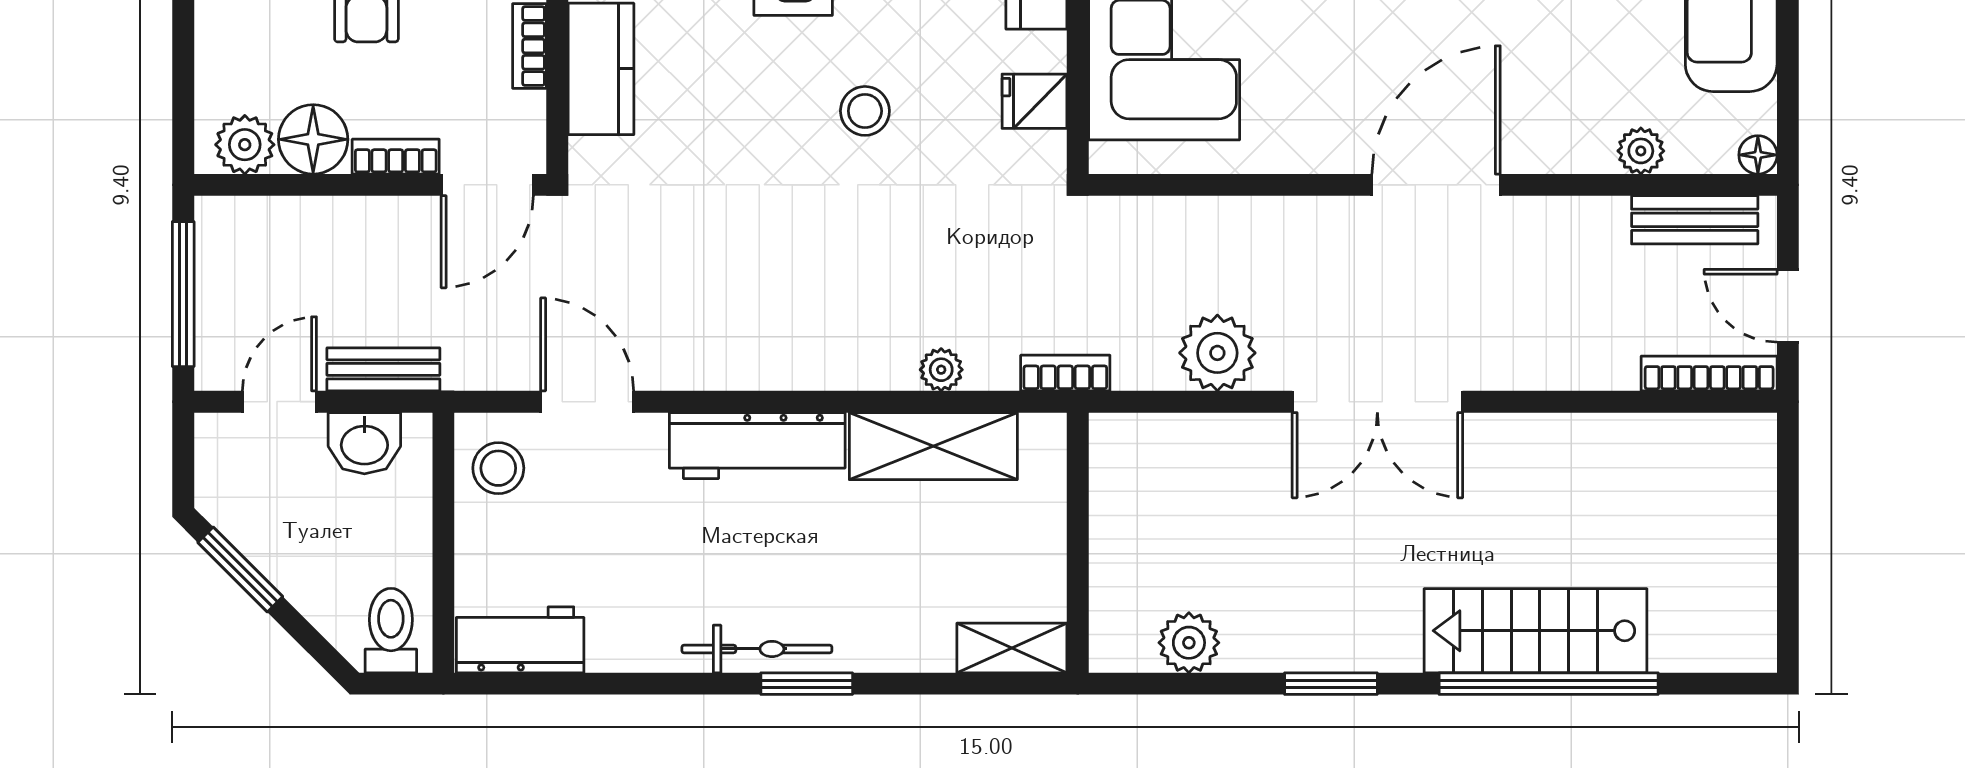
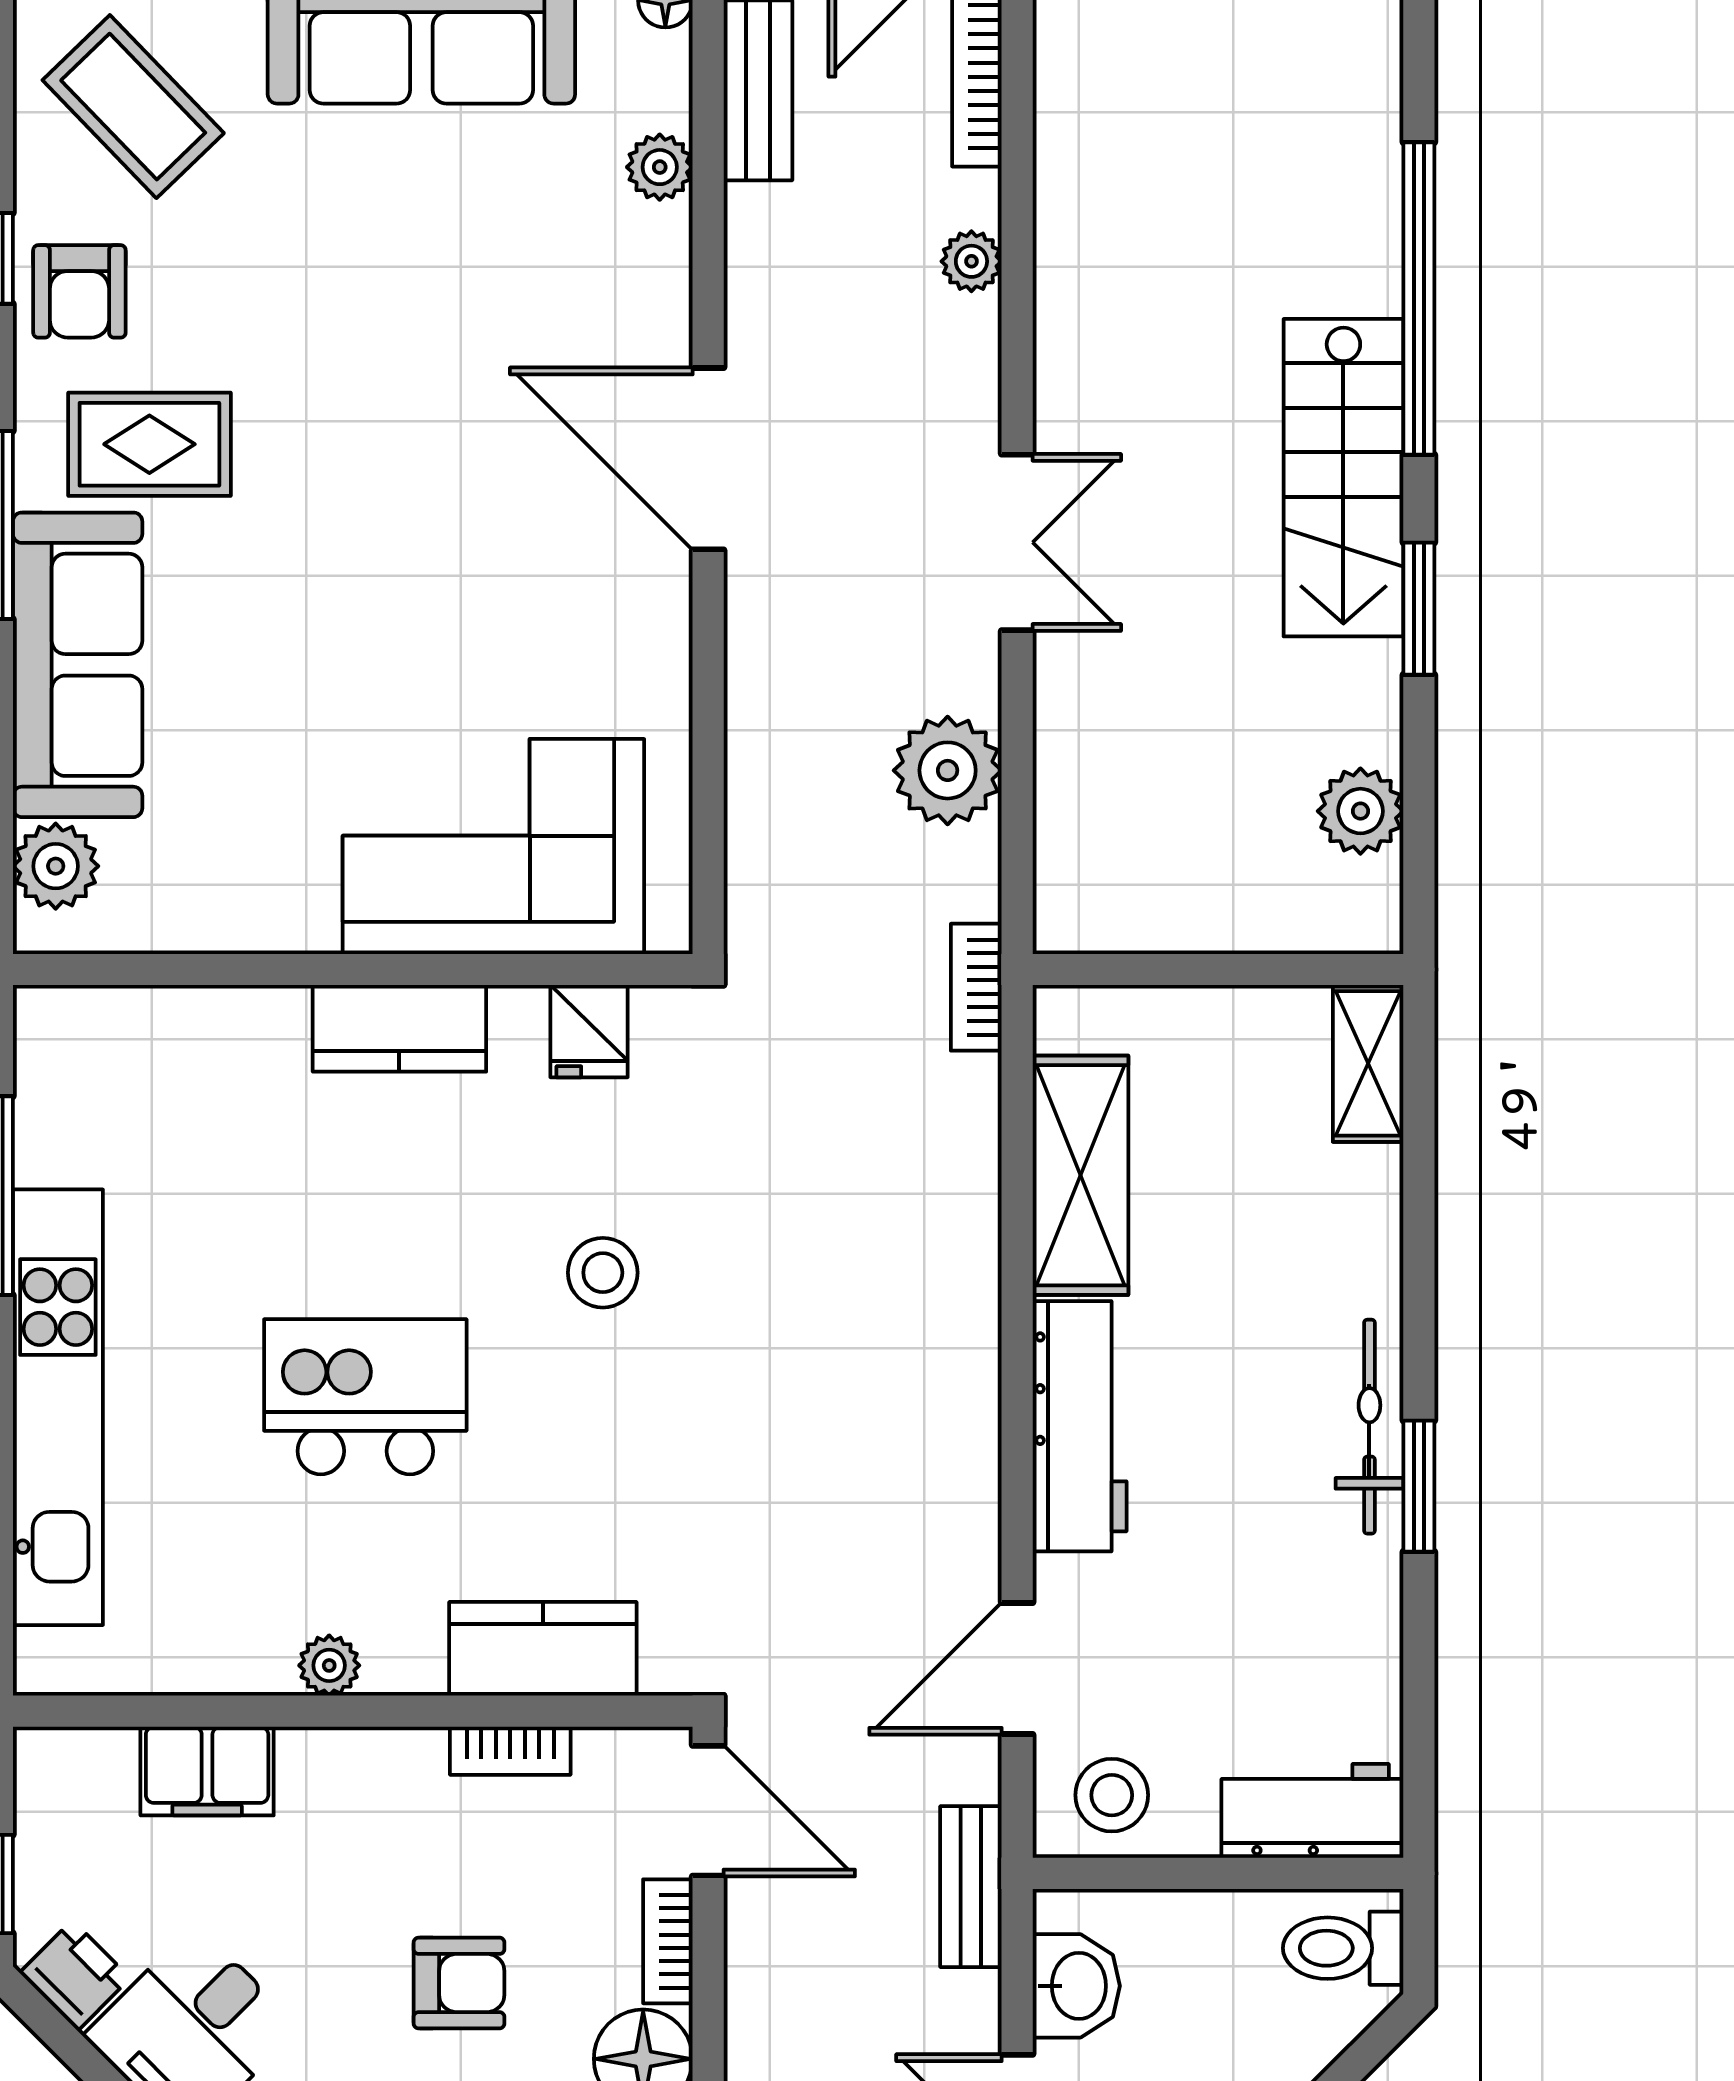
bench: (383, 369) -> (971, 1887), moved
plant: (941, 370) -> (971, 261), moved
double door: (1377, 402) -> (1017, 542), width x0.73
stairs: (1536, 631) -> (1343, 478), moved
workbench: (520, 640) -> (1312, 1811), moved, turned 90
window: (807, 684) -> (1419, 1486), moved

